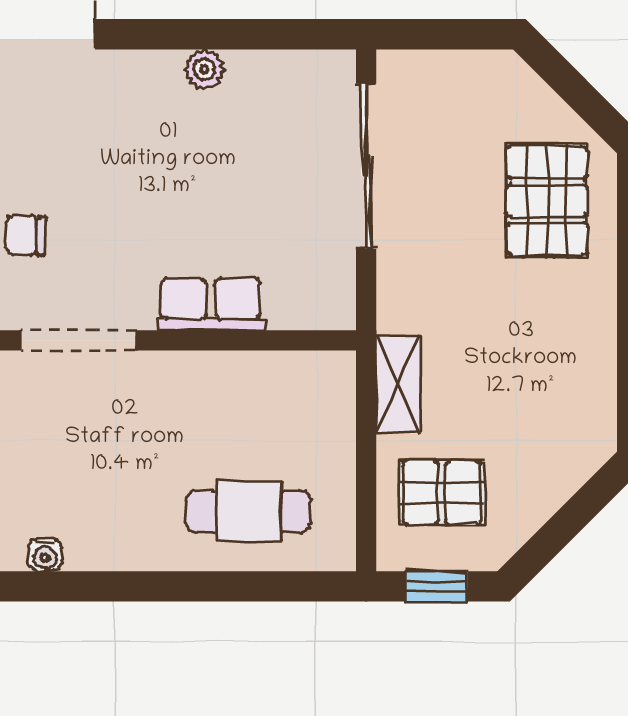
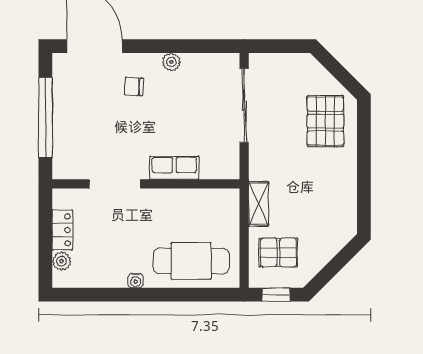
chair: (25, 235) -> (134, 87), moved
cafe table: (248, 511) -> (191, 261), width x1.37, depth x1.35
water cooler: (45, 555) -> (136, 281), moved

